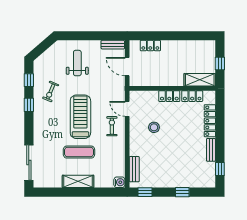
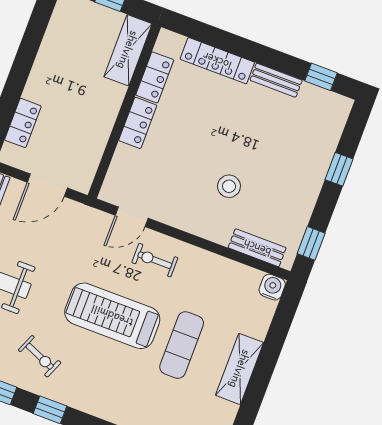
stool: (154, 127) -> (229, 186), moved

